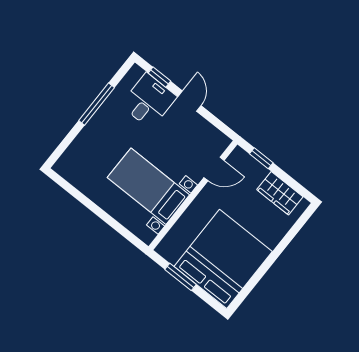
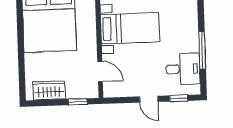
desk: (149, 101) -> (183, 69), moved, turned -90
door: (214, 169) -> (100, 72), swing flipped

